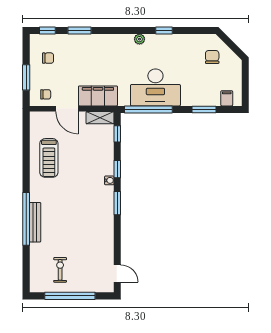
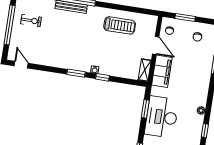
door: (67, 109) -> (156, 45), swing flipped
window: (148, 109) -> (145, 109), width x0.47
window: (117, 134) -> (130, 82), removed
treadmill: (49, 158) -> (120, 25), turned 180
door: (117, 274) -> (21, 65), swing flipped

